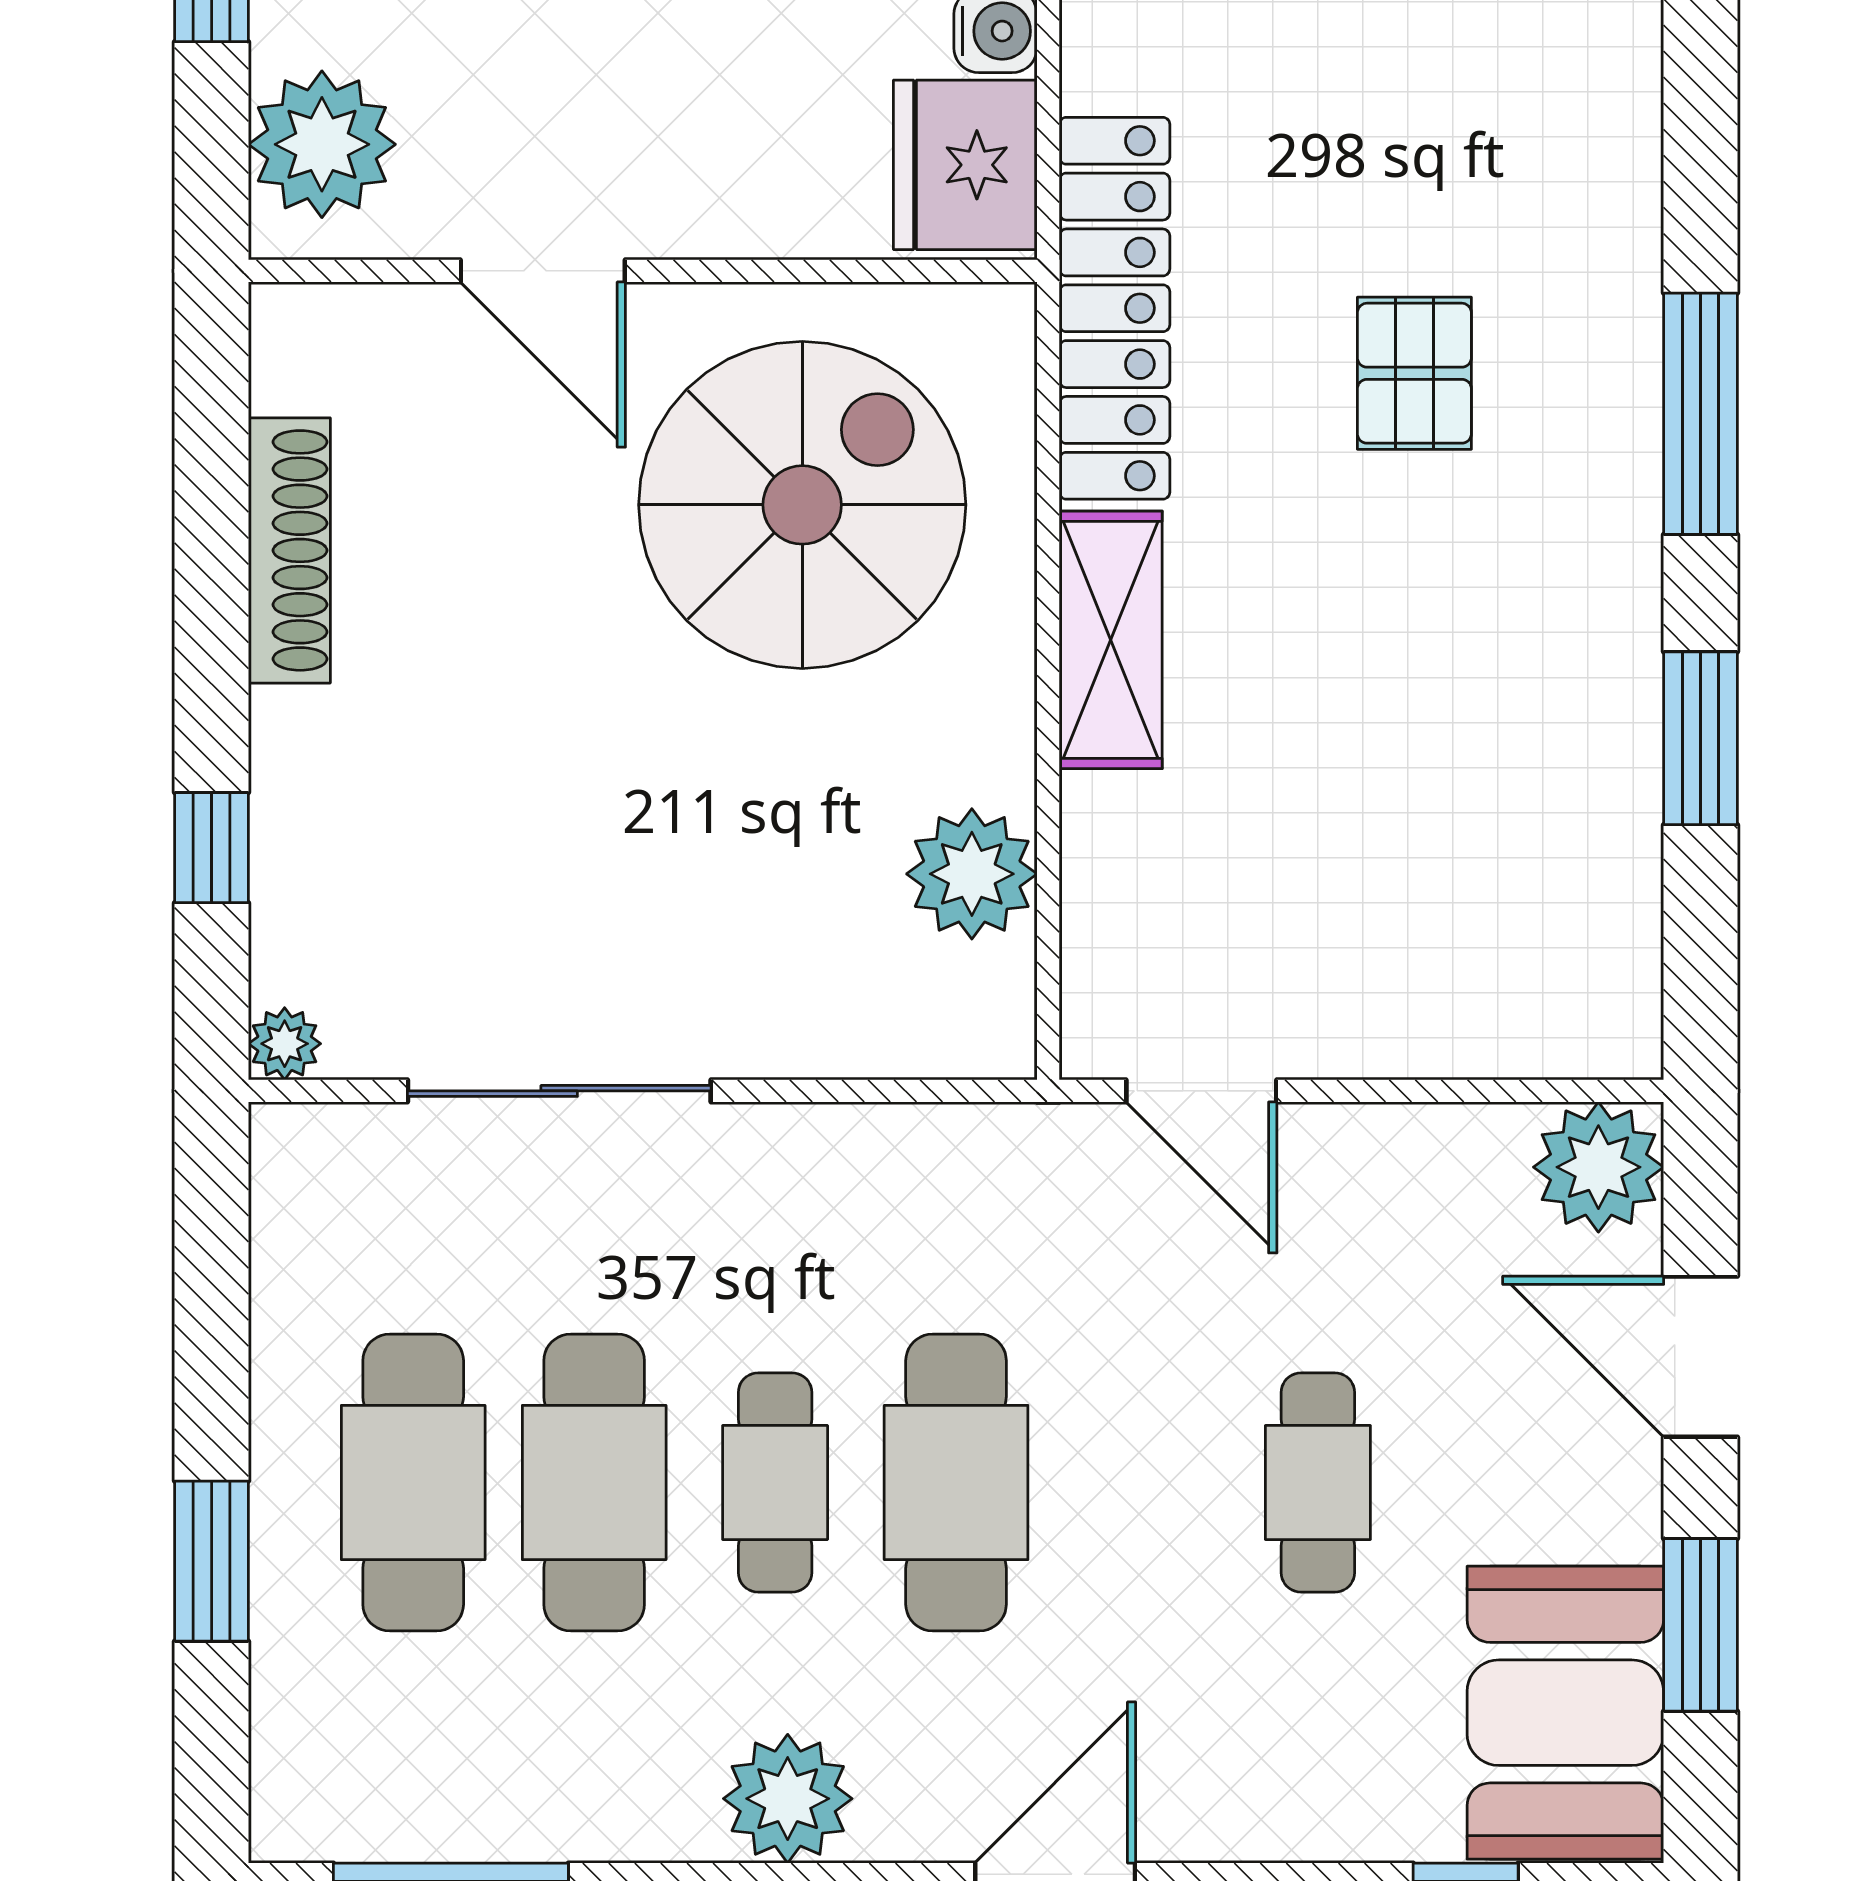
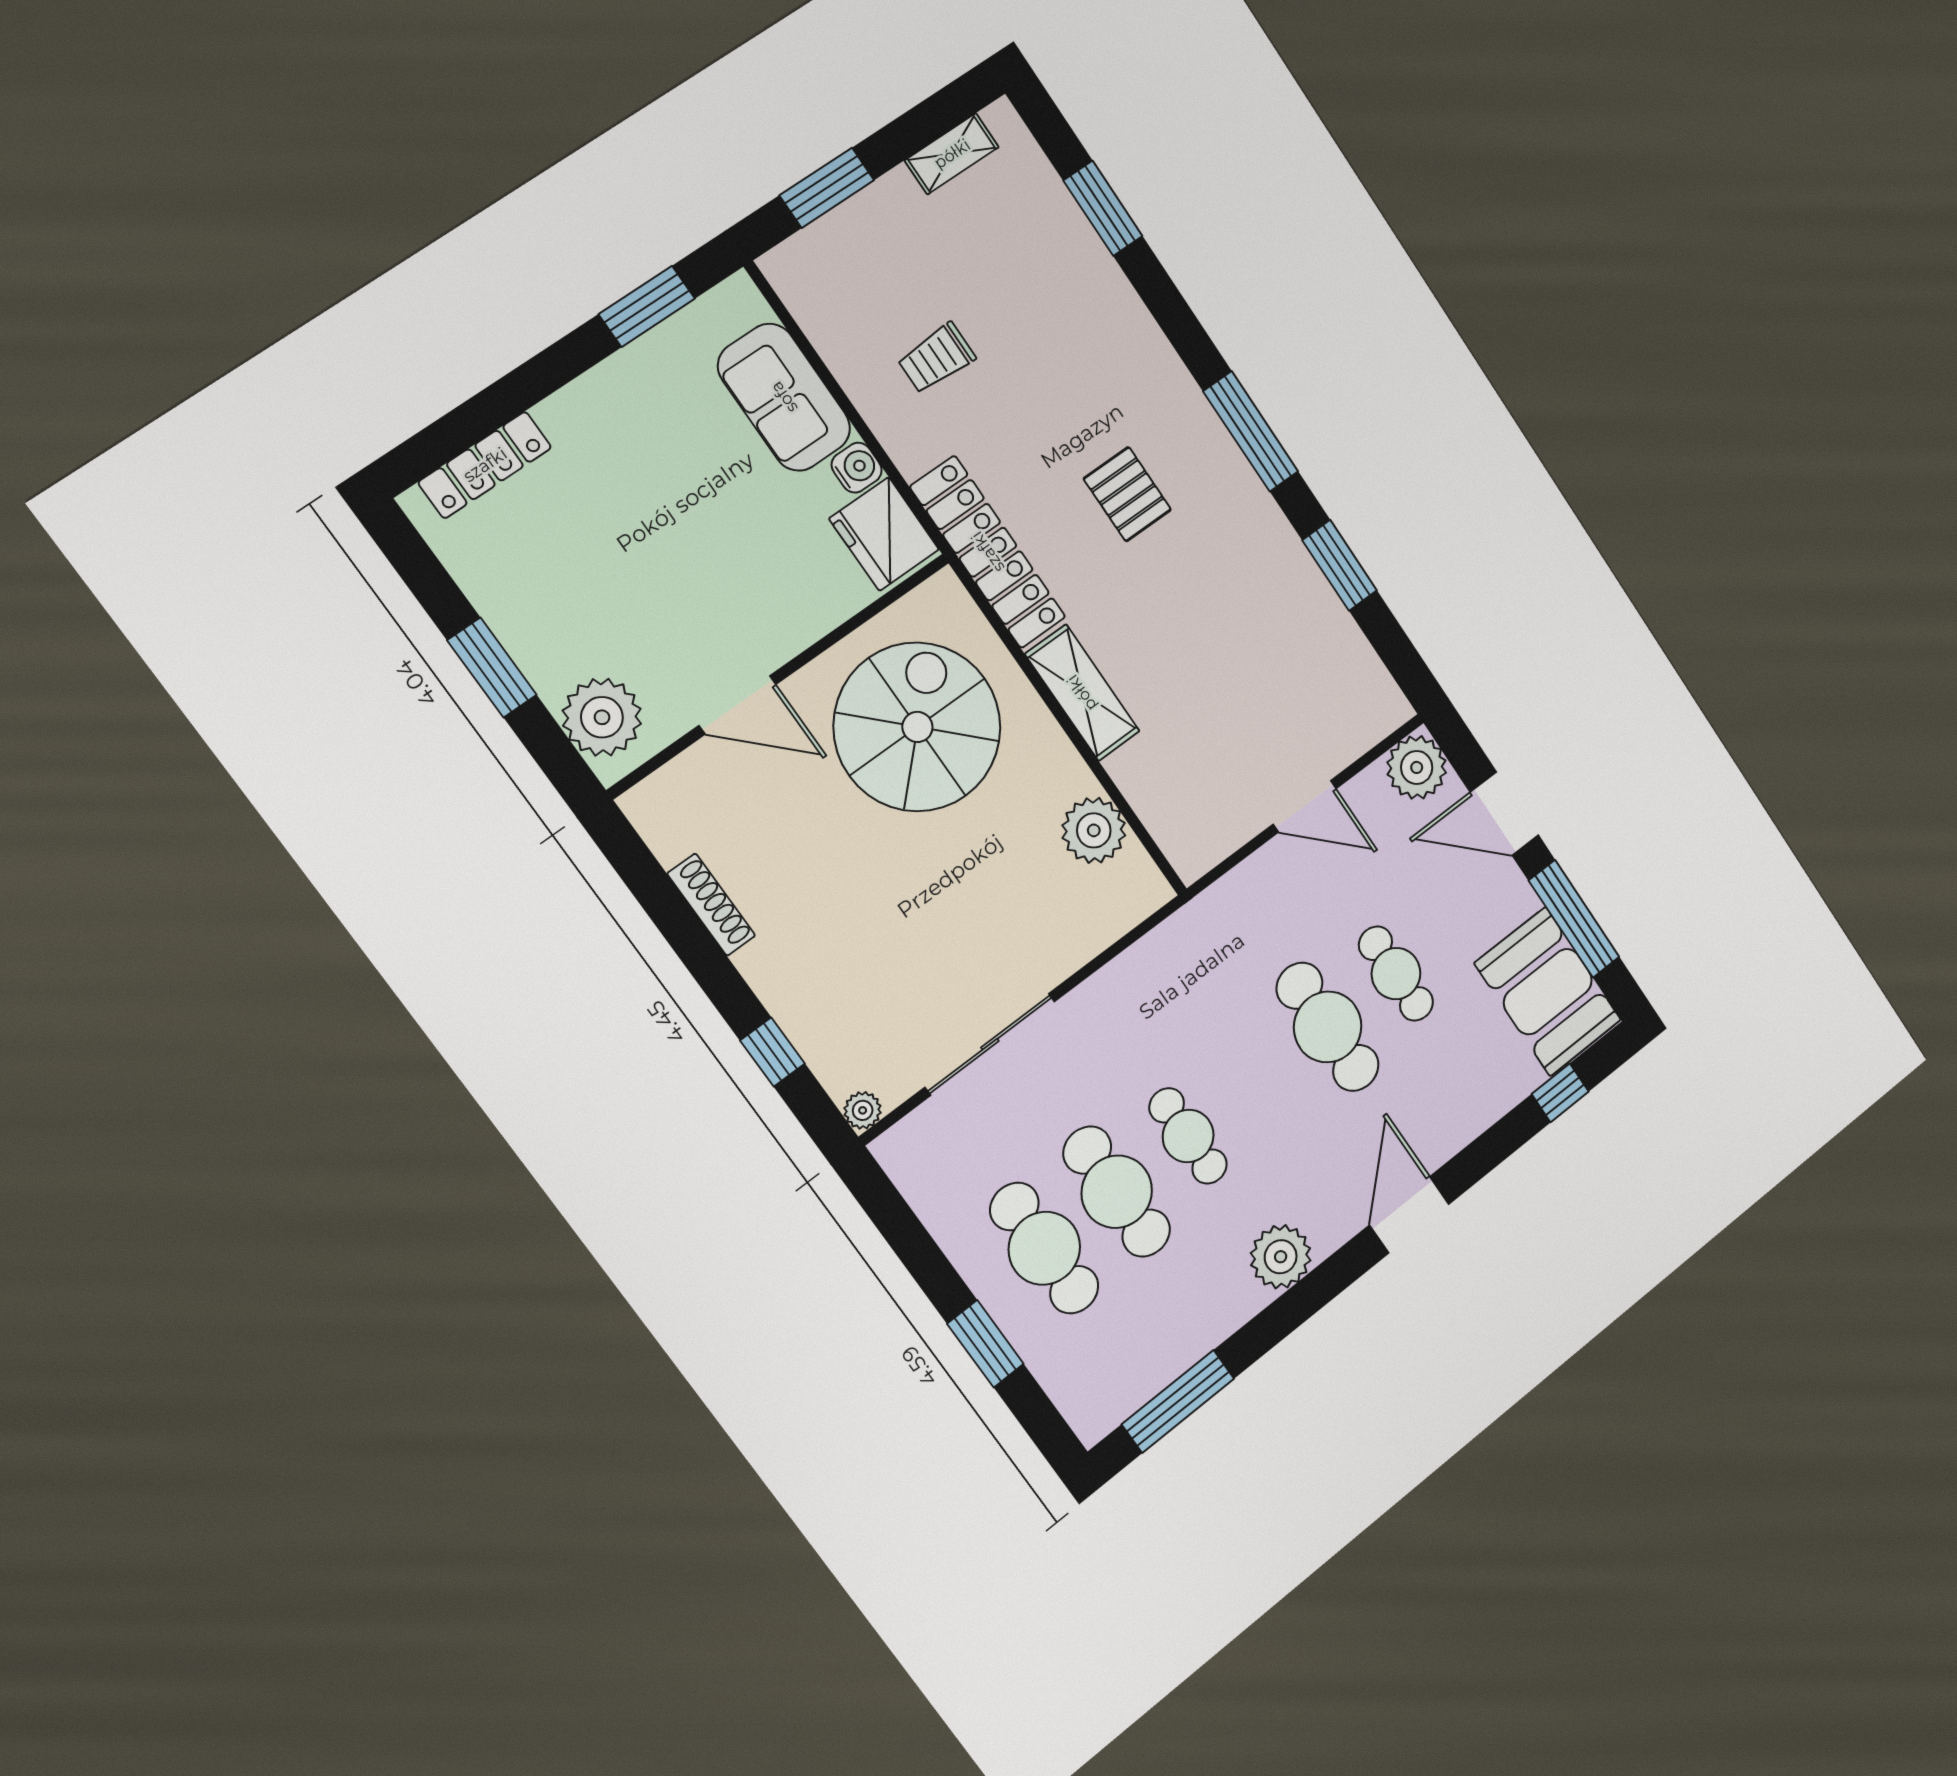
shoe rack: (289, 550) -> (711, 905), width x0.74, depth x0.81
door: (1201, 1091) -> (1304, 806), moved
cafe table: (956, 1483) -> (1328, 1027), moved
window: (1700, 1625) -> (1574, 919), width x1.44

